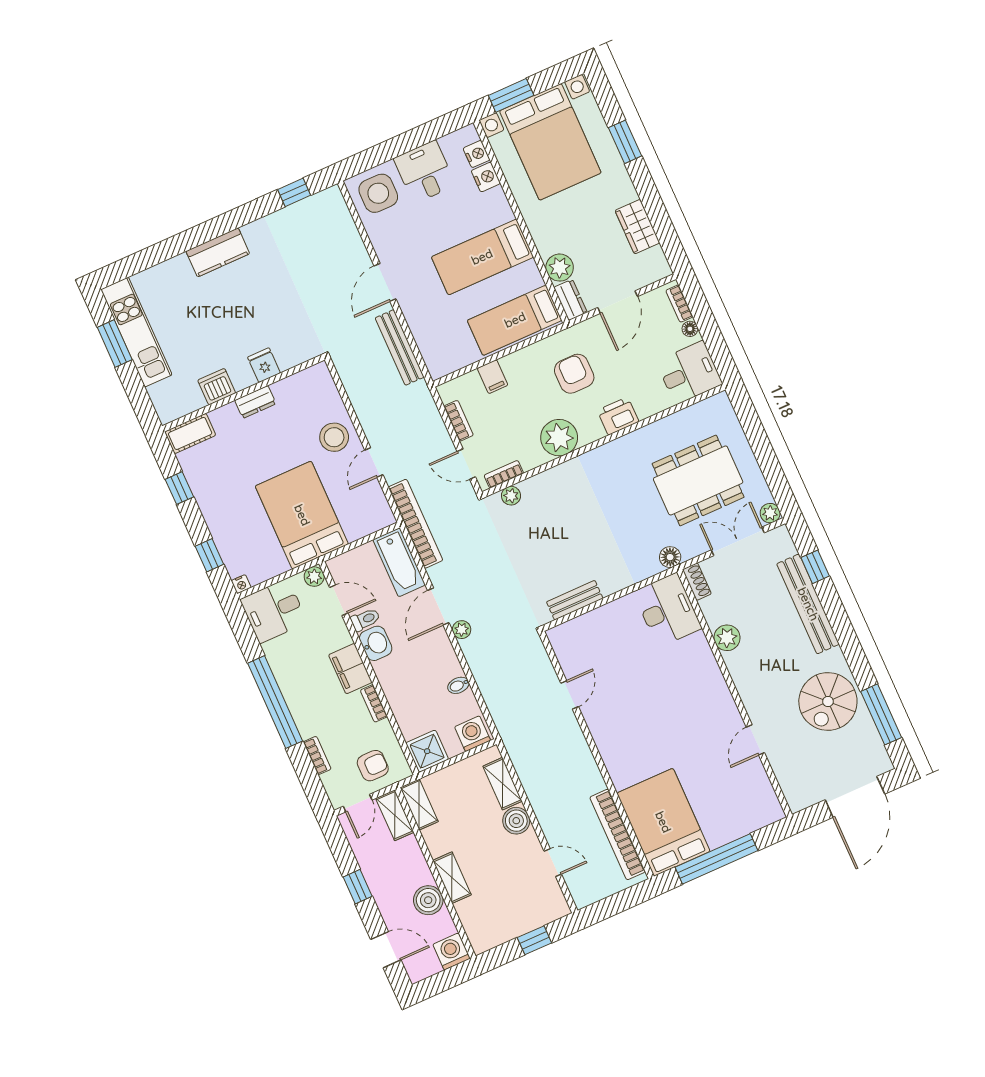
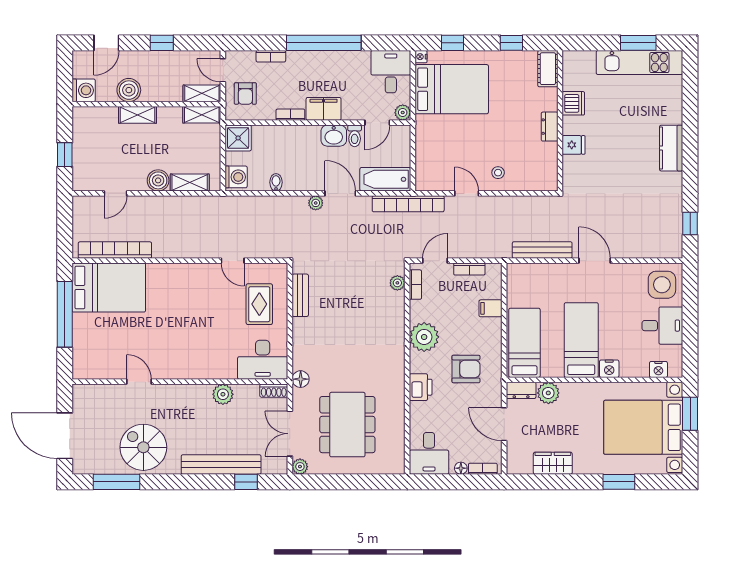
nightstand: (486, 177) -> (609, 369), moved
stool: (334, 437) -> (498, 173), width x0.53, depth x0.53
bed: (302, 515) -> (452, 89), moved
double door: (738, 541) -> (290, 434), swing flipped
rug: (606, 642) -> (259, 304), added

